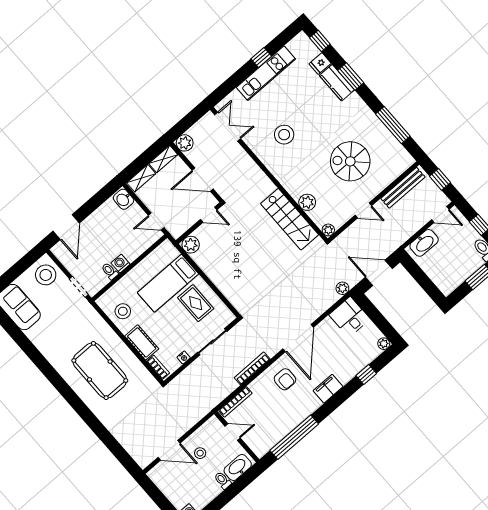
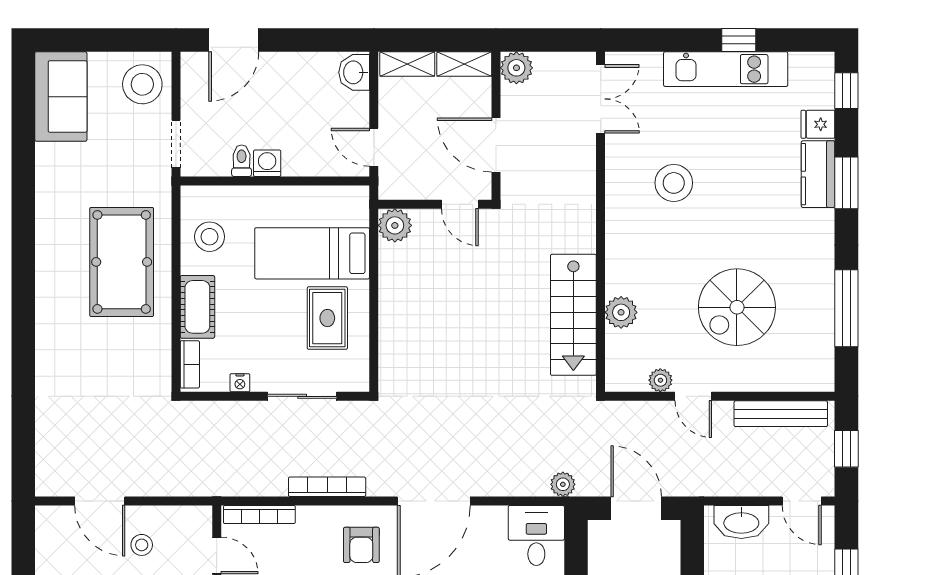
spiral stairs: (350, 161) -> (737, 307), turned -90
plant: (328, 230) -> (660, 380), moved
pool table: (100, 371) -> (122, 262), moved

